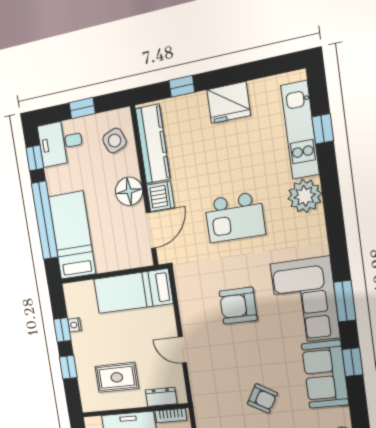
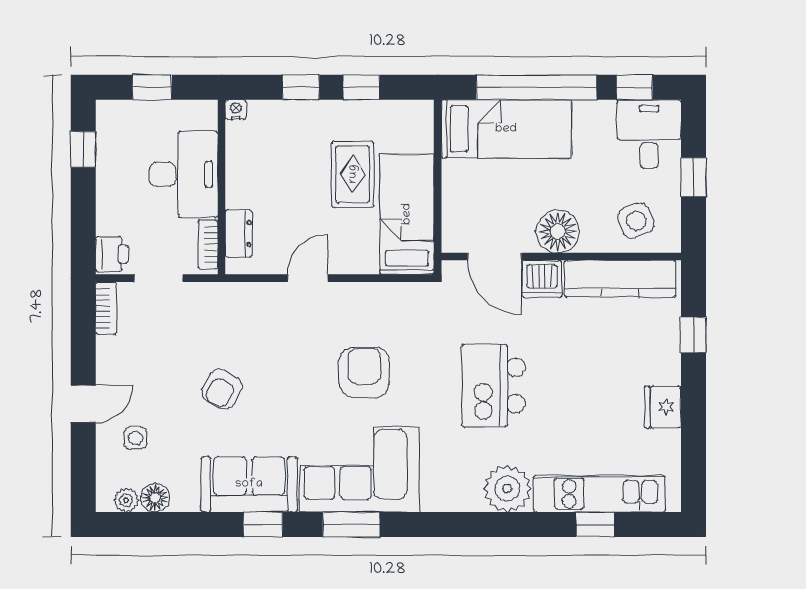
fridge: (229, 103) -> (663, 407), width x0.73, depth x0.75
nightstand: (75, 325) -> (236, 110), moved
rug: (117, 377) -> (353, 174), moved

